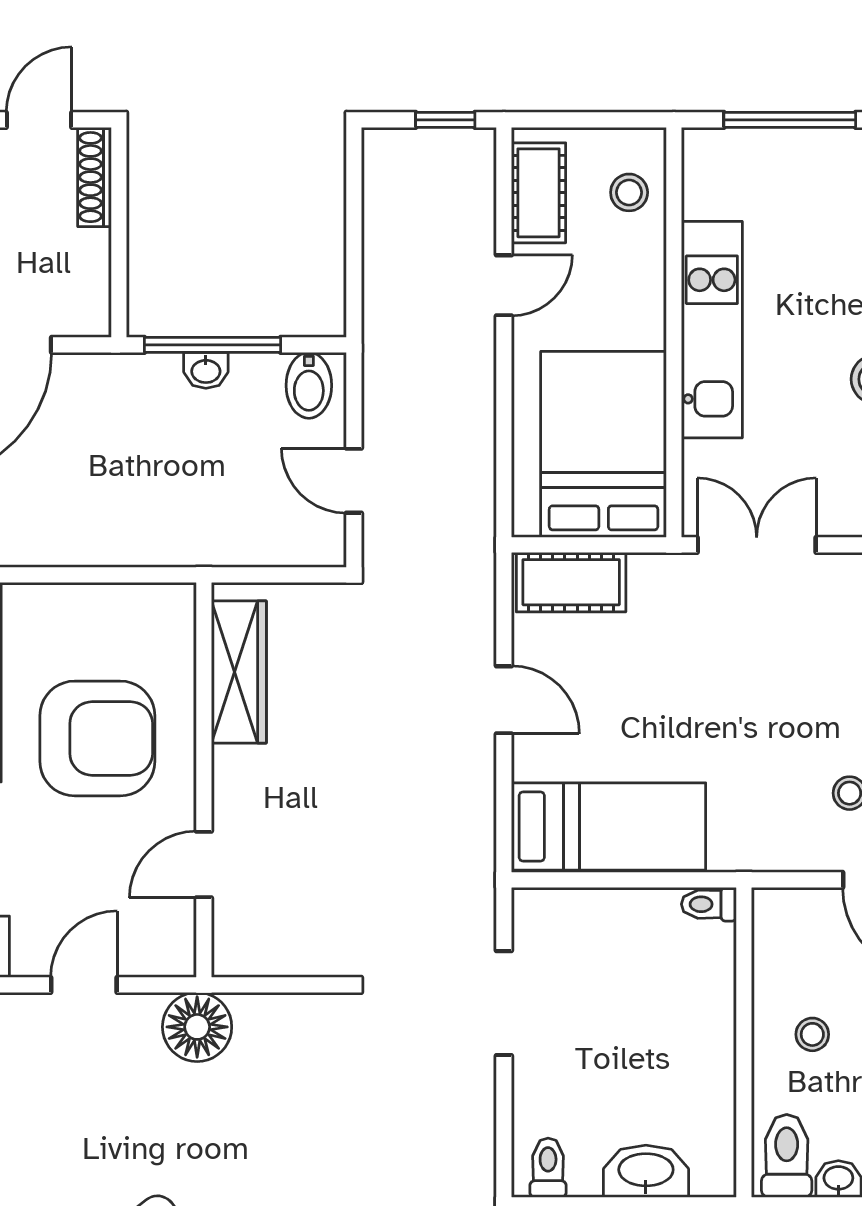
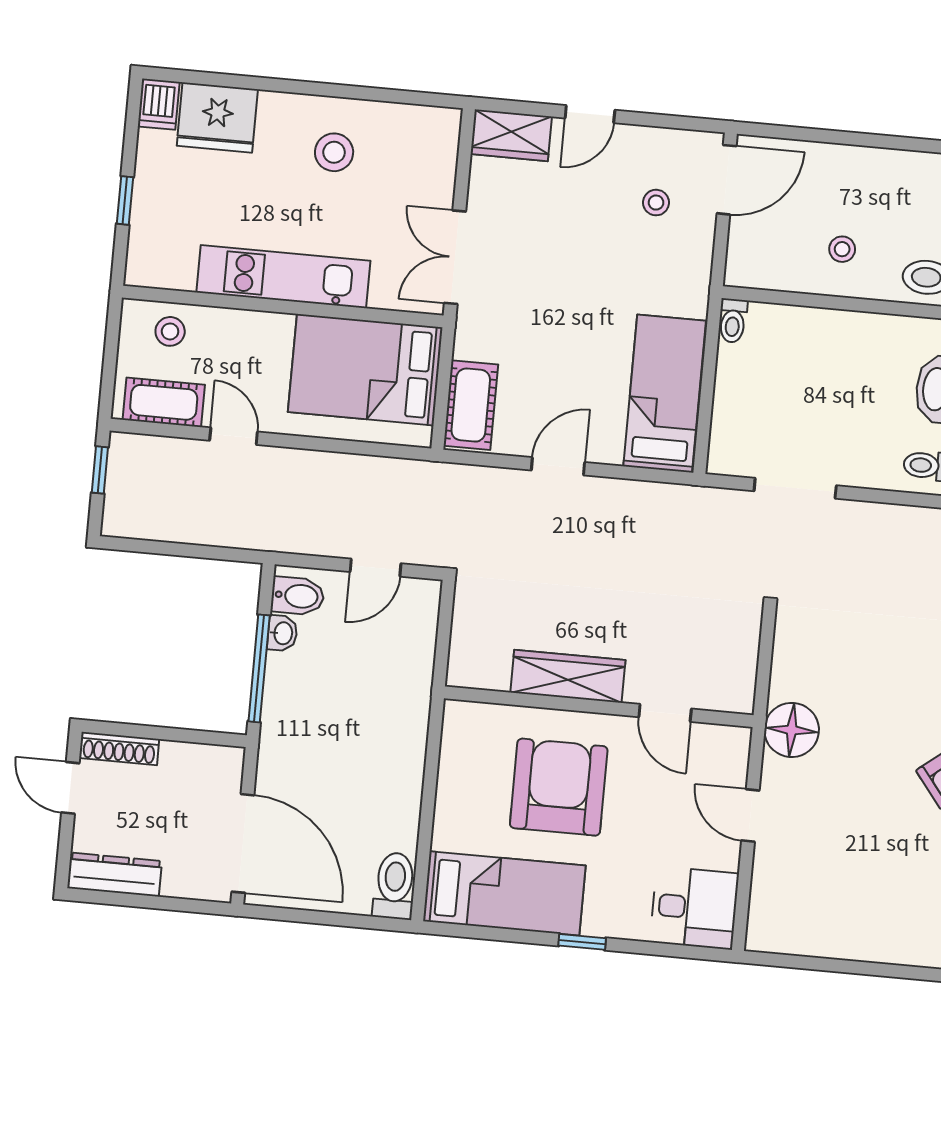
window: (790, 120) -> (125, 200), width x0.46
washbasin: (206, 370) -> (282, 633), moved
wardrobe: (239, 672) -> (568, 676), moved

